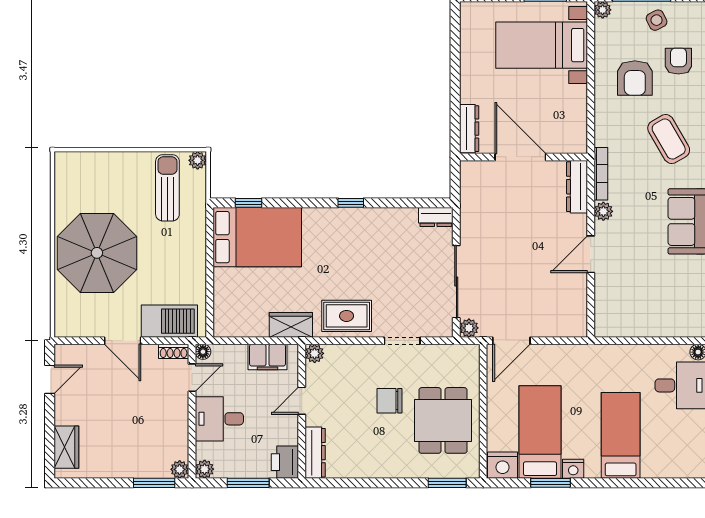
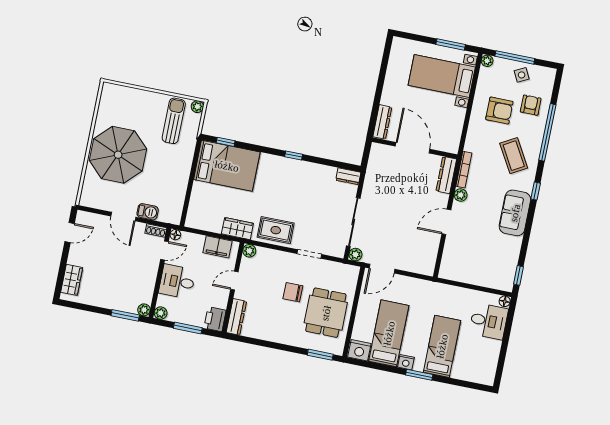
armchair: (635, 78) -> (499, 111), turned -90
barbecue: (169, 321) -> (148, 212), width x0.53, depth x0.65
window: (551, 483) -> (419, 375), moved

